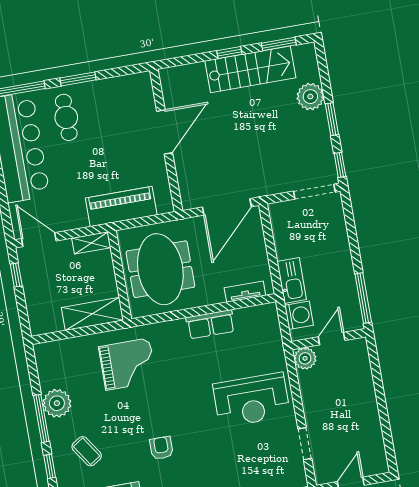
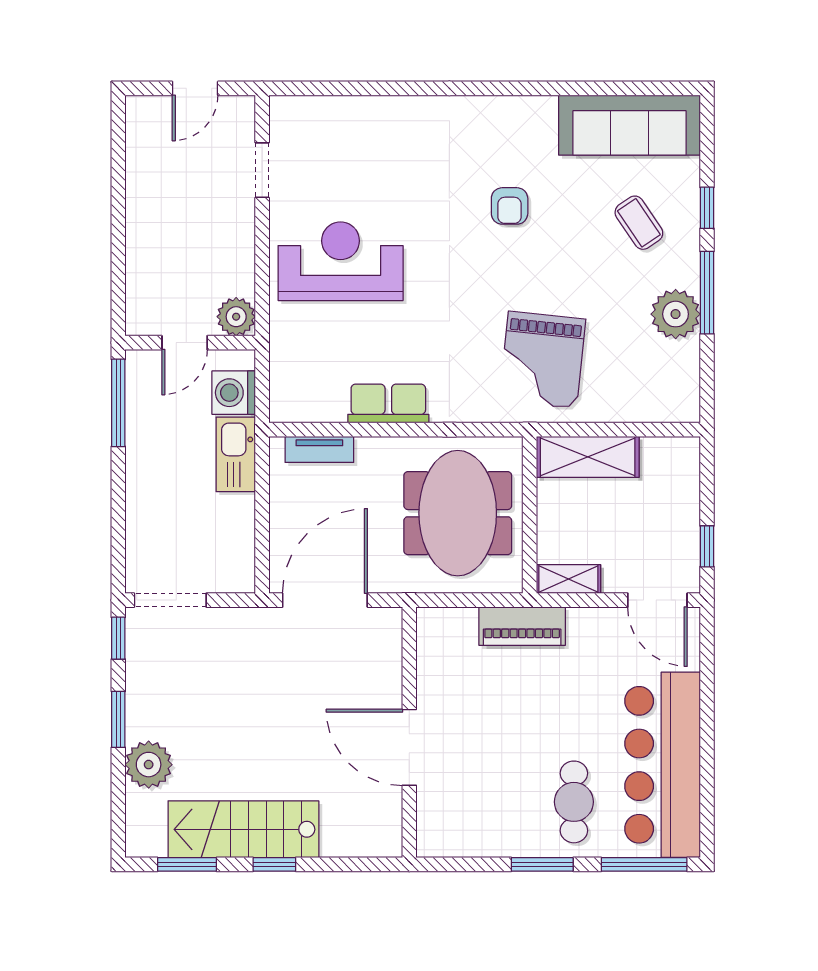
door: (165, 132) -> (409, 747), hinge flipped
piano: (121, 207) -> (522, 626), width x0.73, depth x0.75
grand piano: (128, 364) -> (542, 360), turned -84

